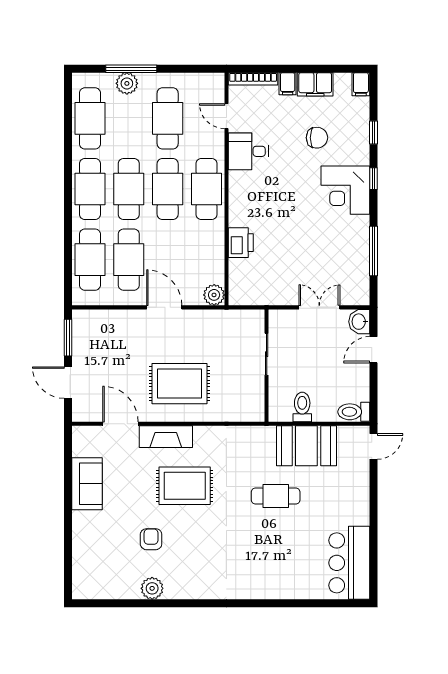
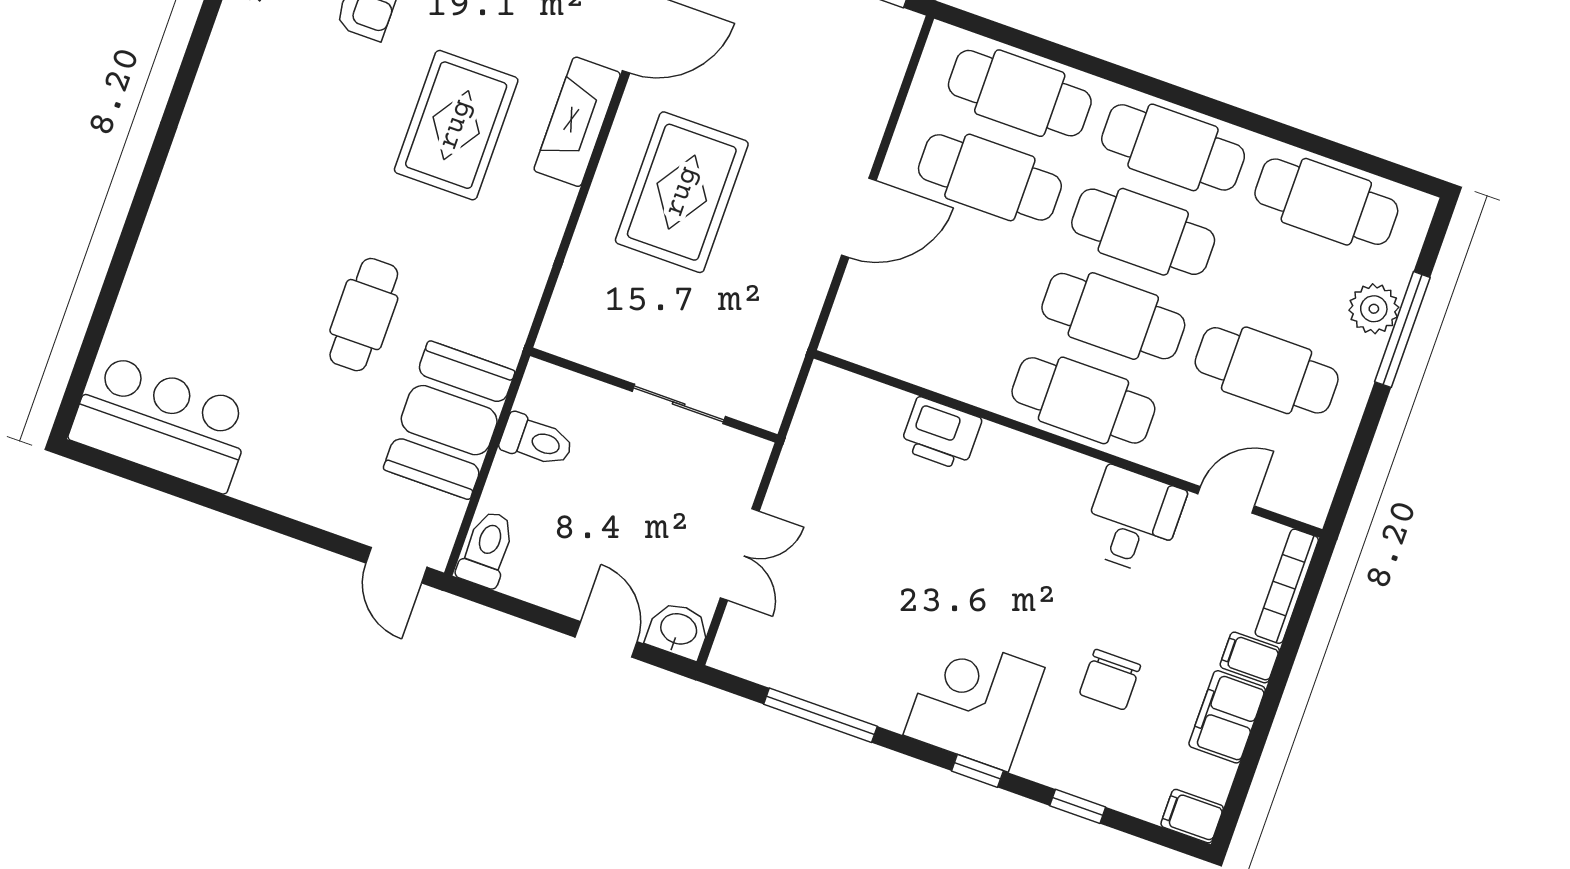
plant: (214, 295) -> (848, 335), removed

